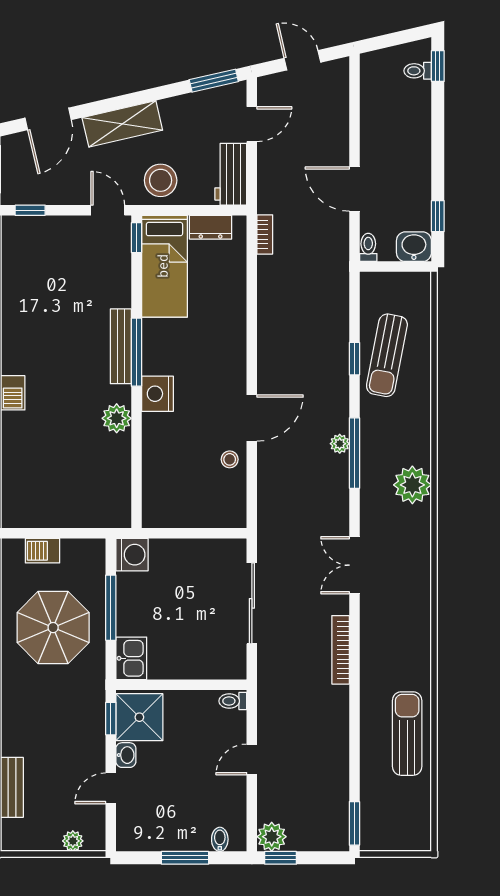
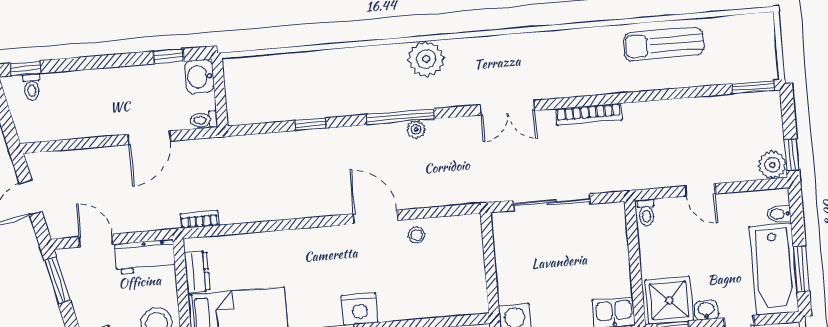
sun lounger: (387, 355) -> (305, 94), removed
plant: (340, 444) -> (416, 130), moved
bathtub: (163, 829) -> (774, 269), added
window: (185, 858) -> (801, 269), moved

